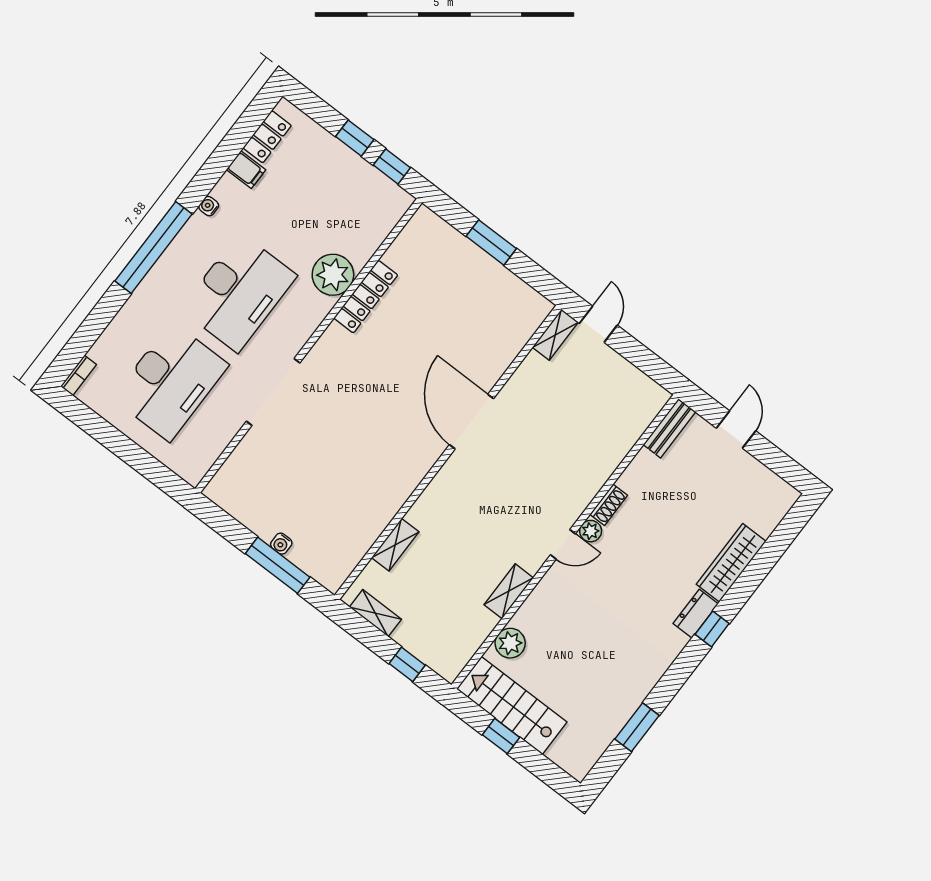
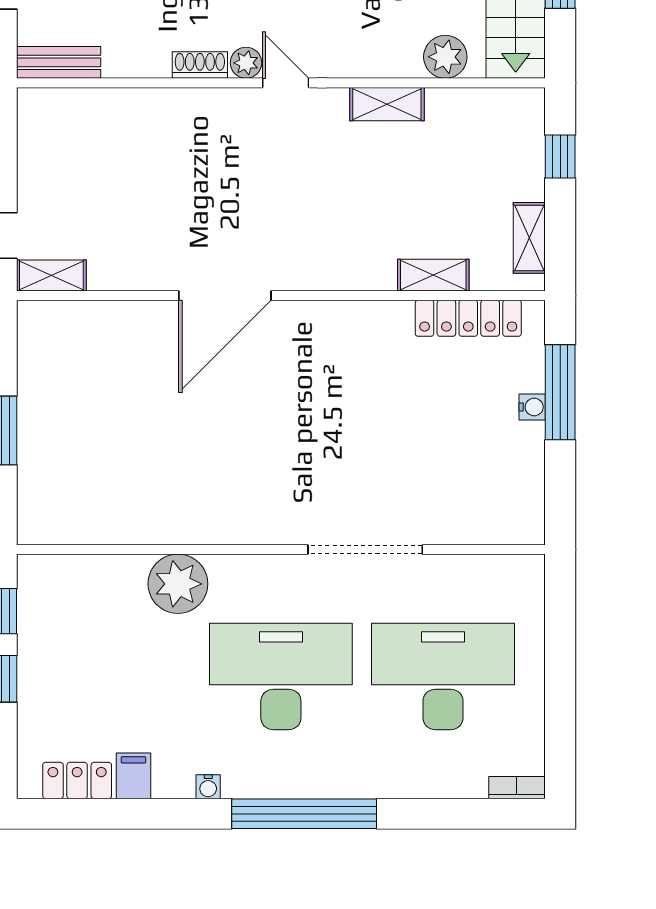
locker: (366, 297) -> (468, 318), moved, turned 180

